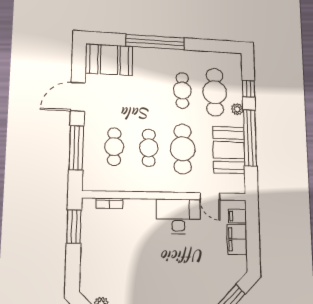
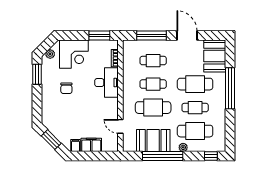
cafe table: (149, 89) -> (195, 84), added
window: (248, 89) -> (211, 156), moved
door: (210, 196) -> (120, 126), hinge flipped
desk: (178, 216) -> (107, 83), moved
filing cabinet: (237, 216) -> (75, 145), moved
corner desk: (102, 266) -> (74, 54), added
chair: (155, 277) -> (66, 88), added

